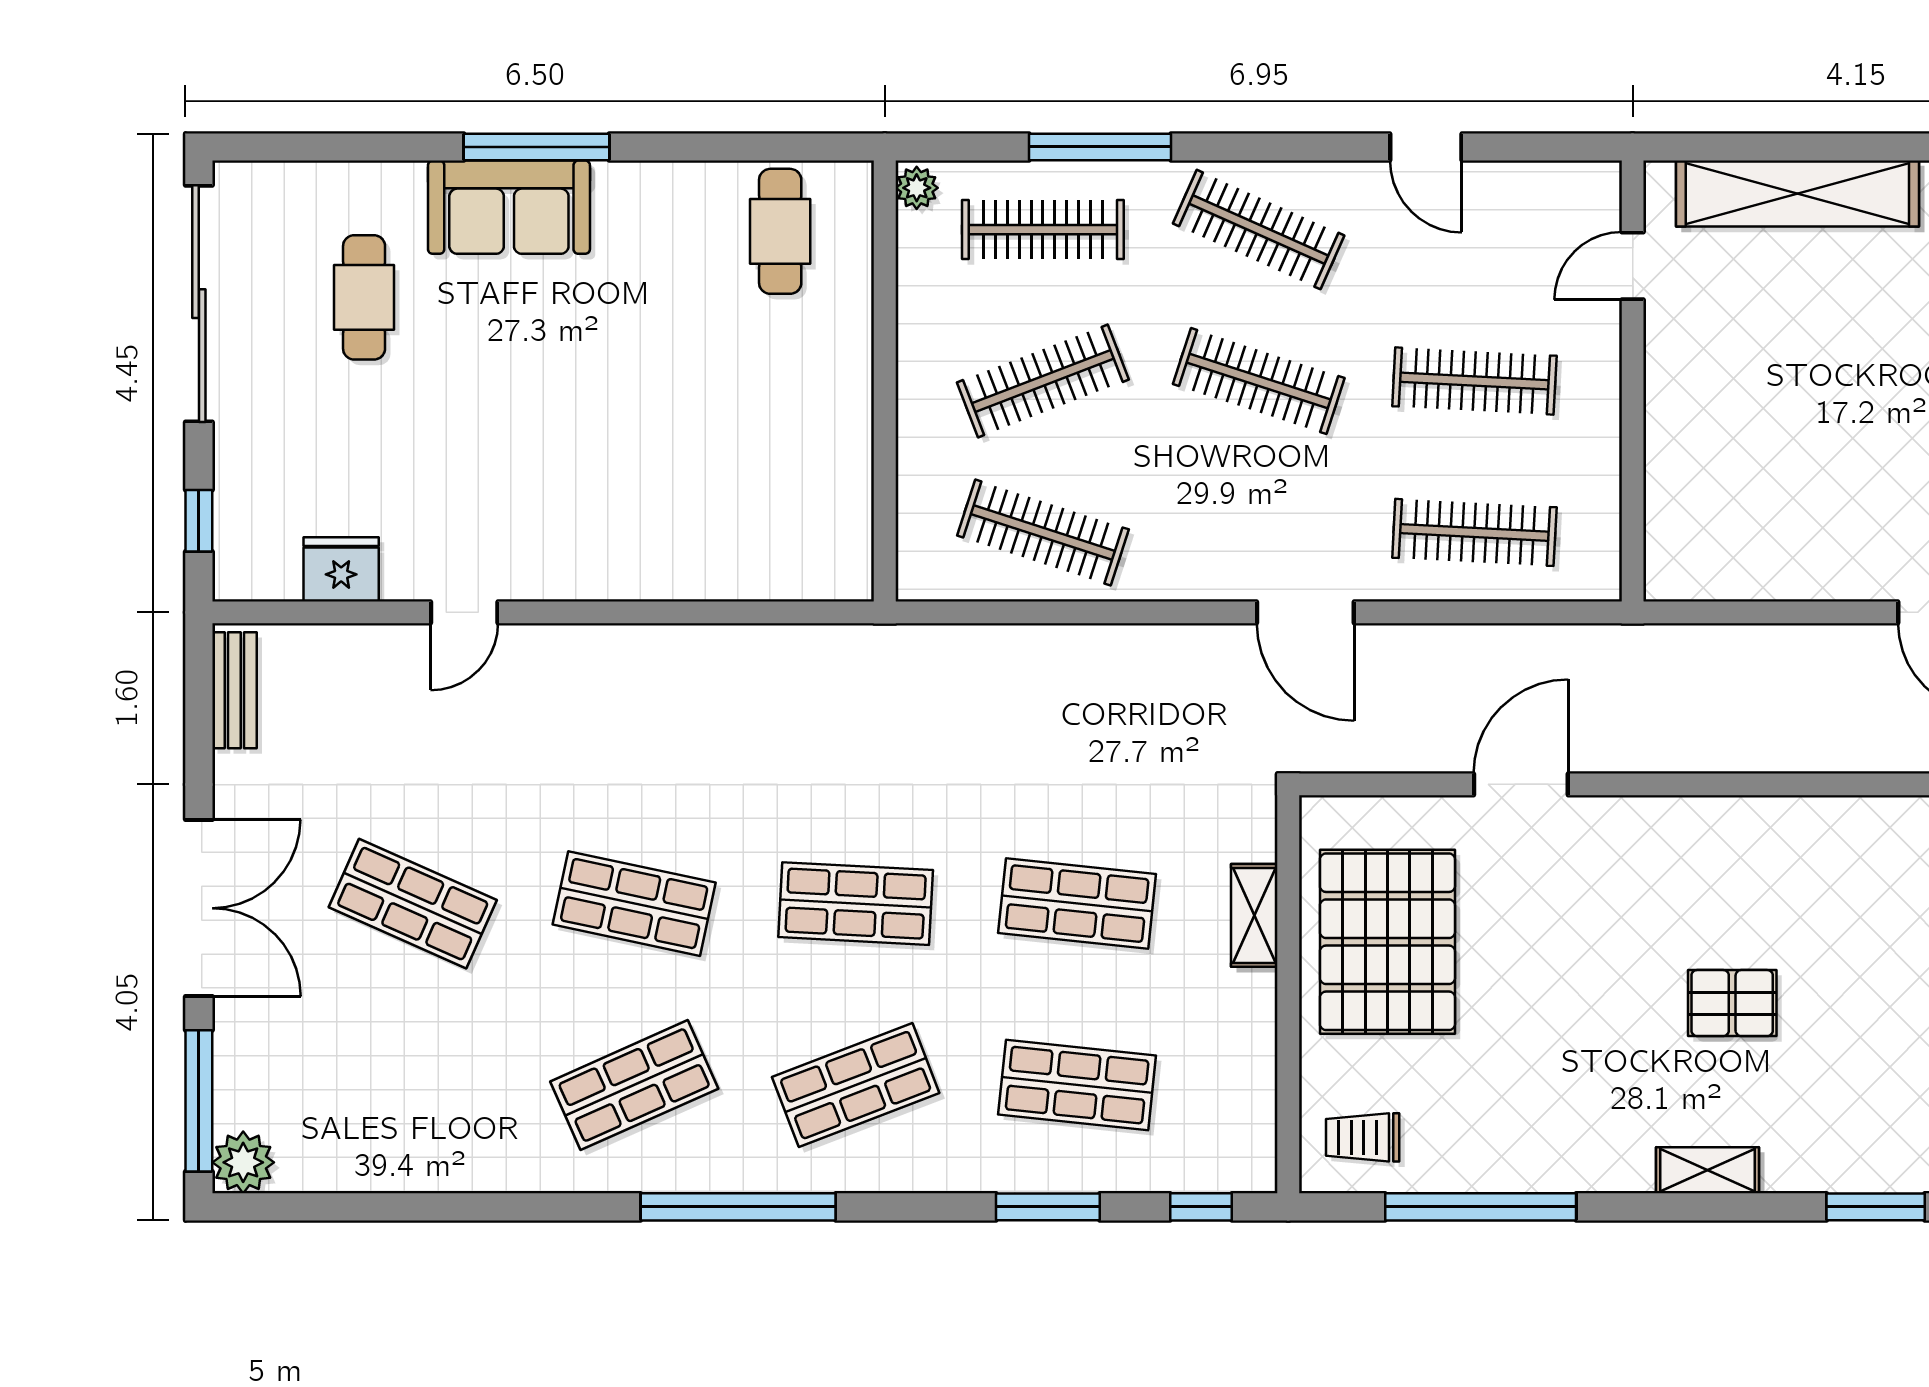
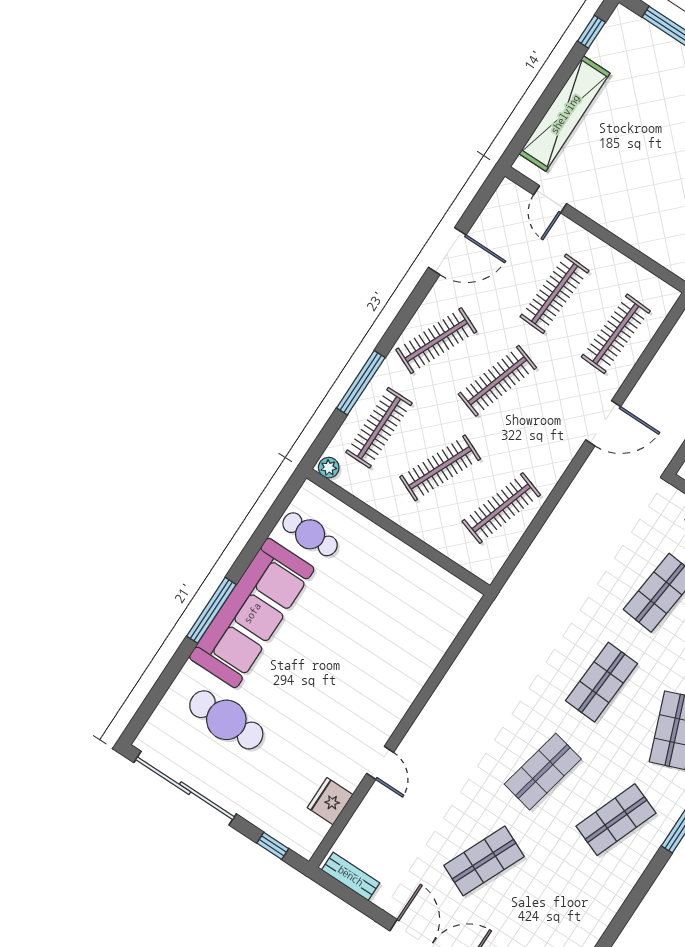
door: (1426, 147) -> (447, 251), width x1.38
sofa: (509, 207) -> (252, 613), width x1.85, depth x1.27
cafe table: (364, 297) -> (226, 720), width x1.37, depth x1.35
clothes rail: (1043, 381) -> (440, 468), turned 45
shop shelf: (634, 1085) -> (616, 820), turned 45

